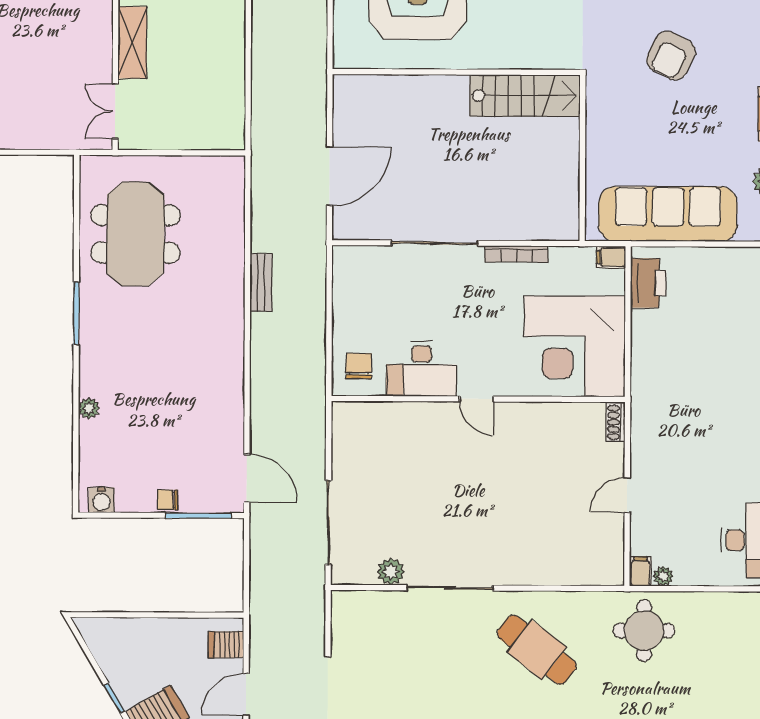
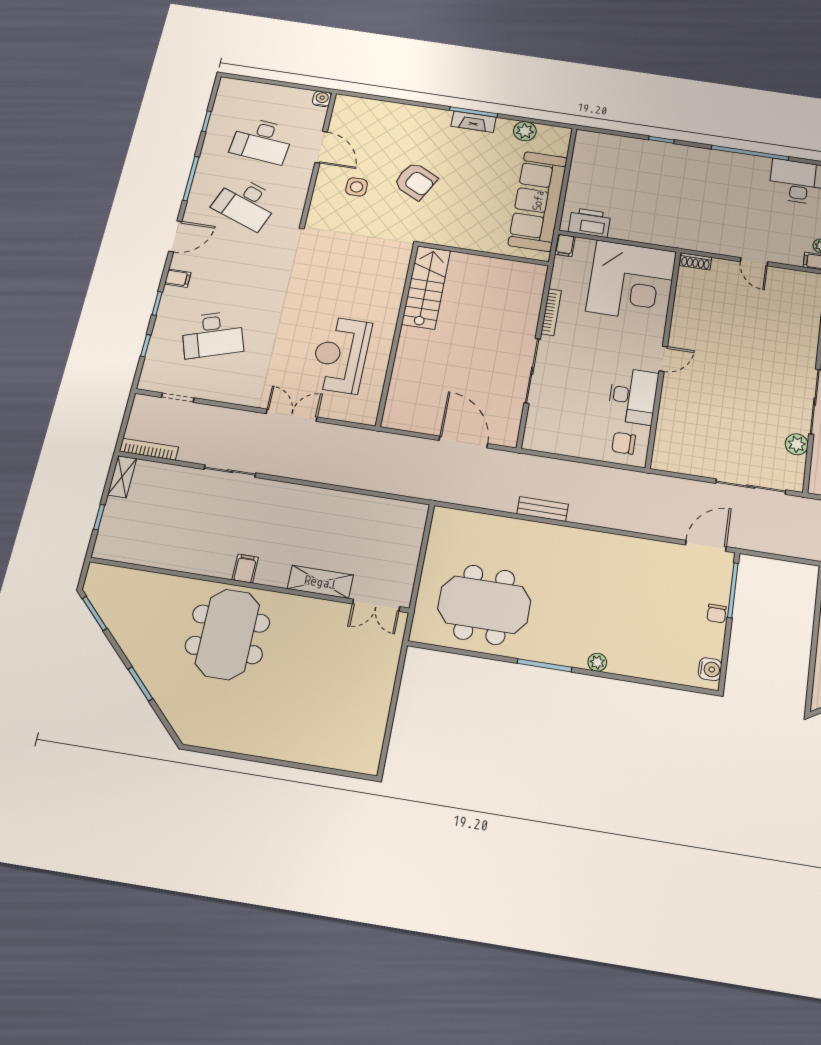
plant: (89, 408) -> (597, 662), moved

